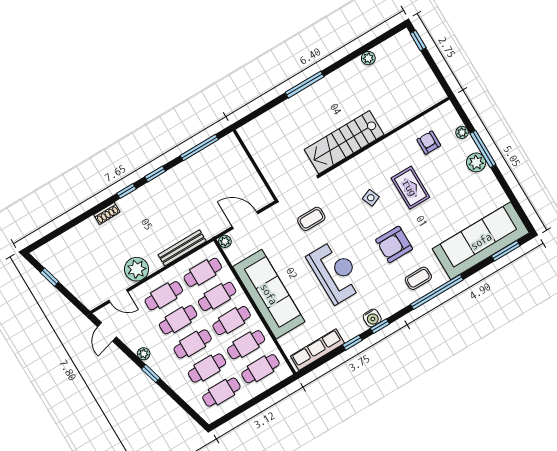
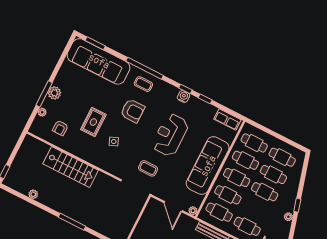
stairs: (344, 142) -> (71, 167), moved
cafe table: (178, 320) -> (256, 209), removed
row of seats: (317, 350) -> (227, 119), width x0.68

